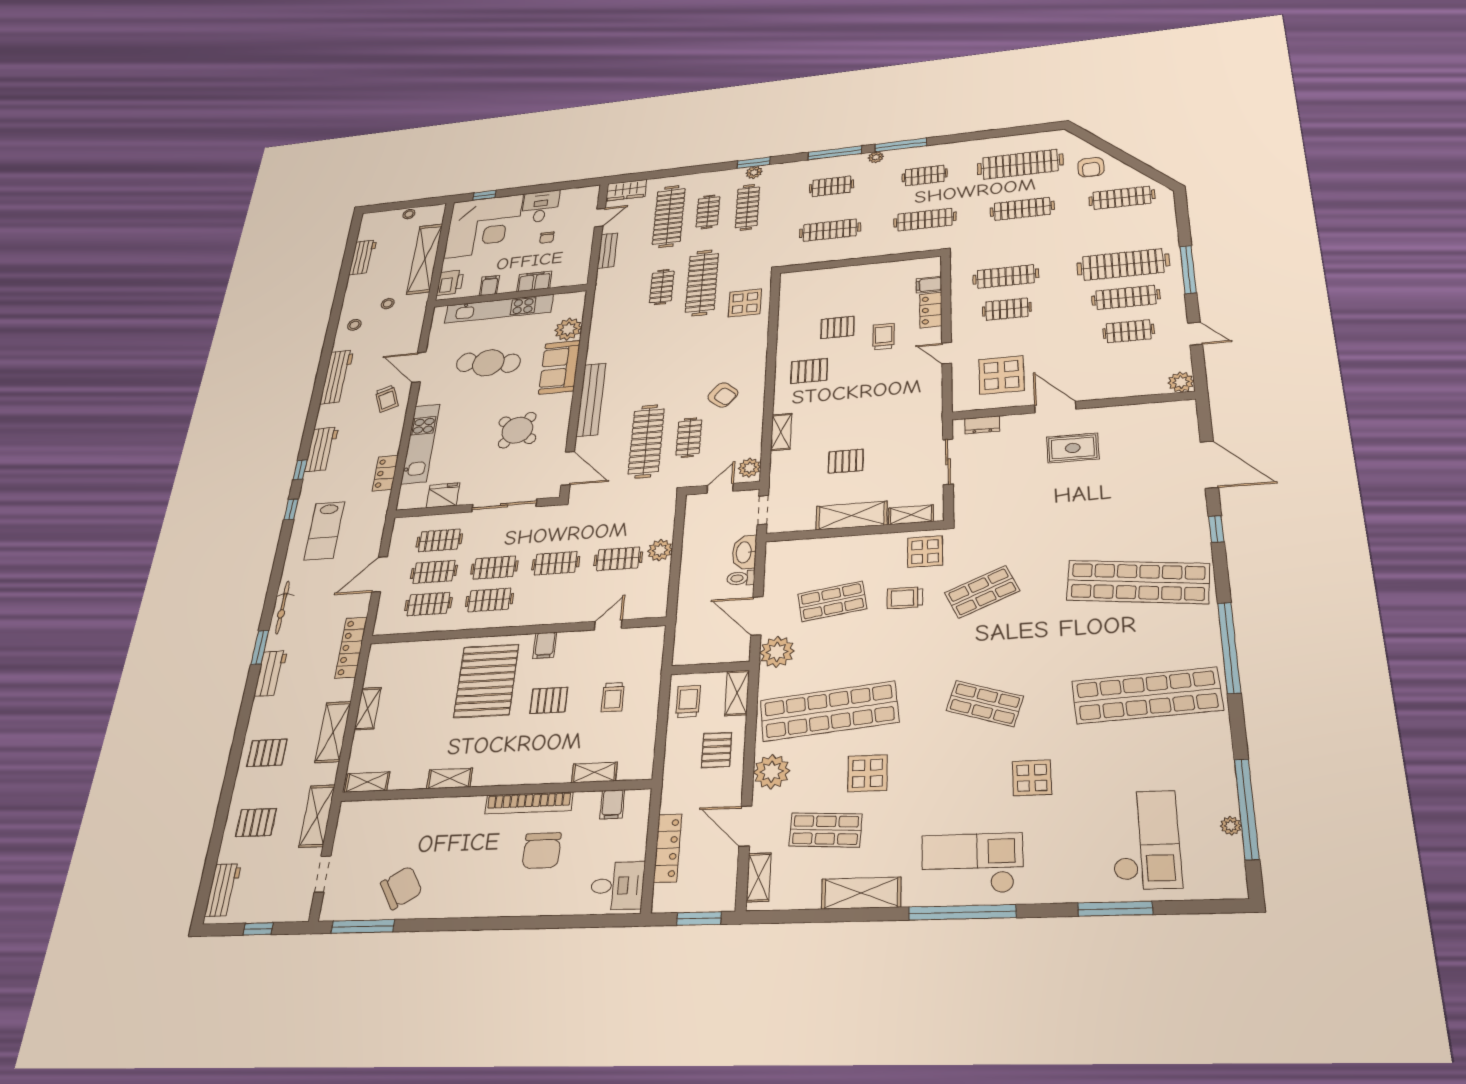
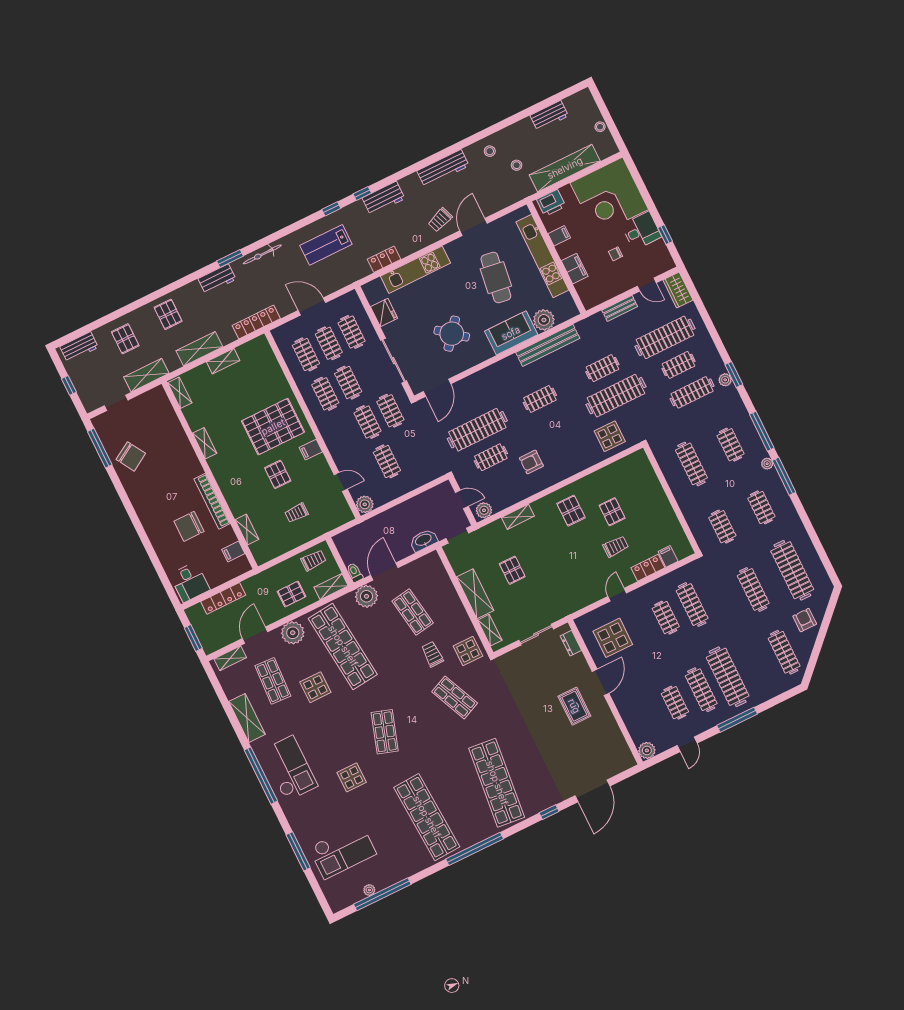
armchair: (1091, 167) -> (805, 620), turned 90
window: (484, 195) -> (665, 235), moved
clothes rail: (925, 220) -> (722, 527), width x0.73
clothes rail: (654, 362) -> (540, 399), added
armchair: (723, 395) -> (531, 462), turned 50
bench: (591, 400) -> (548, 345), moved
clothes rail: (560, 531) -> (390, 411), added
plant: (660, 550) -> (365, 504), moved
toilet: (741, 578) -> (355, 573), moved

